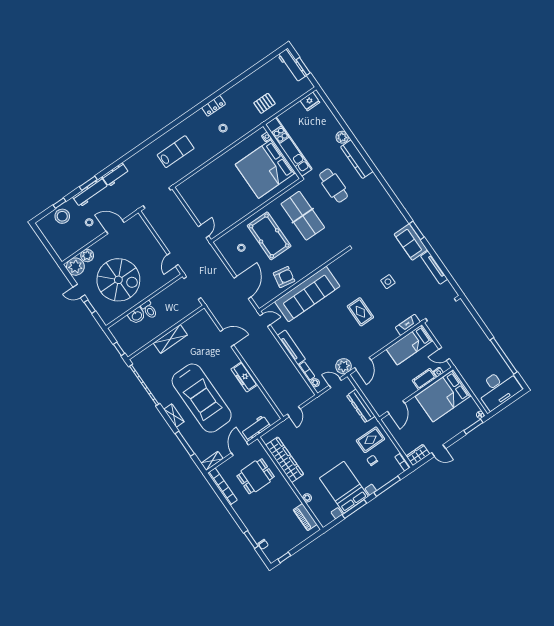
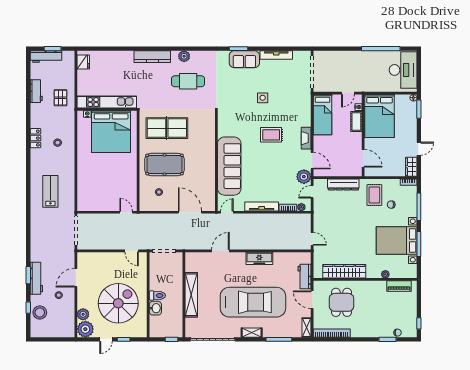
plant: (342, 137) -> (184, 56), moved
workbench: (116, 175) -> (36, 91), moved
cafe table: (334, 185) -> (188, 81), moved
armchair: (284, 277) -> (204, 175), removed
fireplace: (408, 325) -> (306, 138), moved
shelving: (170, 339) -> (191, 295), width x1.47

